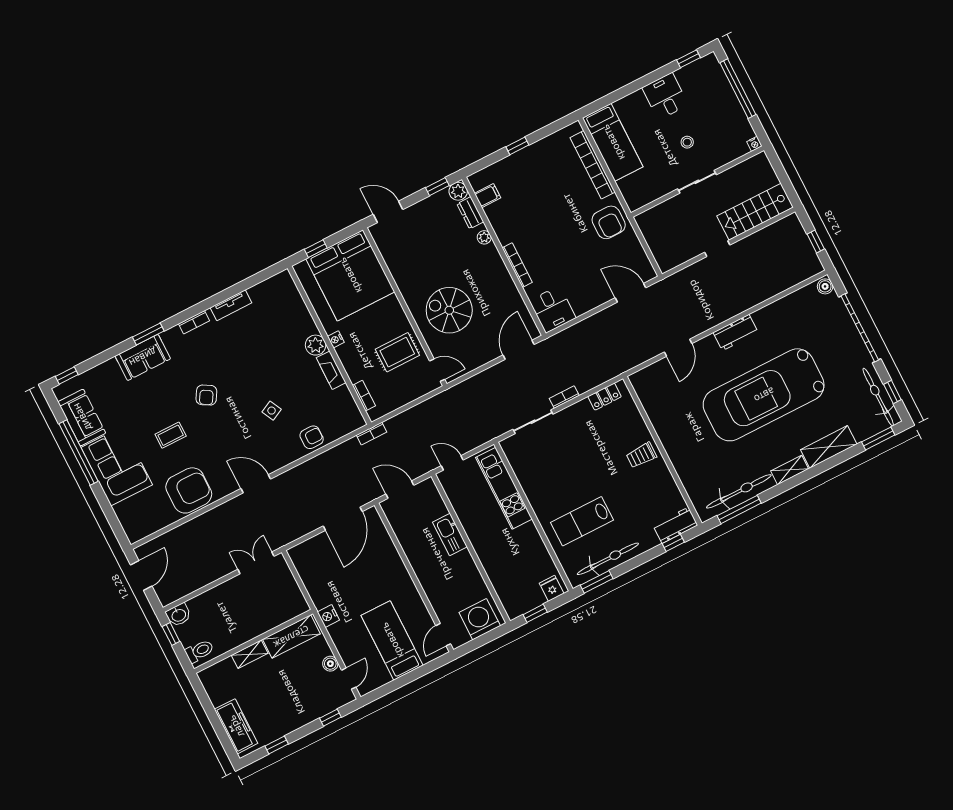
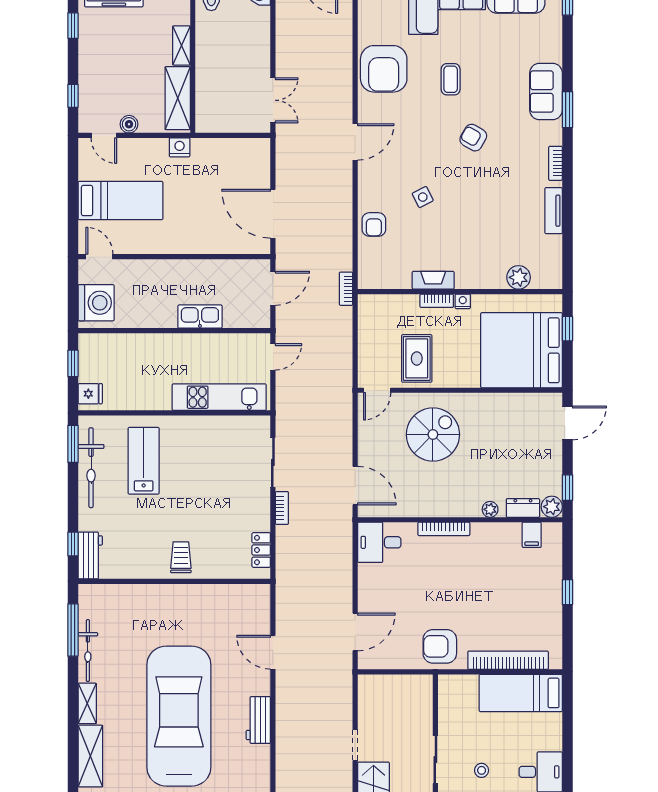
plant: (316, 345) -> (519, 277), moved
bookcase: (364, 396) -> (437, 301), moved
bicycle: (739, 491) -> (88, 651), width x0.73, depth x0.71

